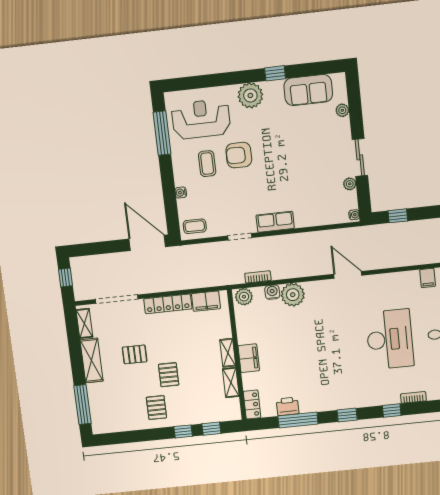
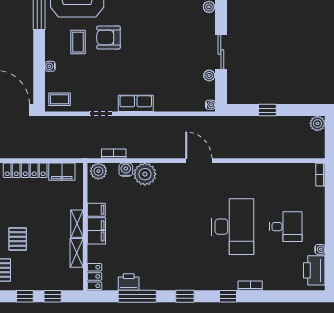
window: (398, 216) -> (267, 110), moved
filing cabinet: (428, 278) -> (96, 210), moved, turned -90

